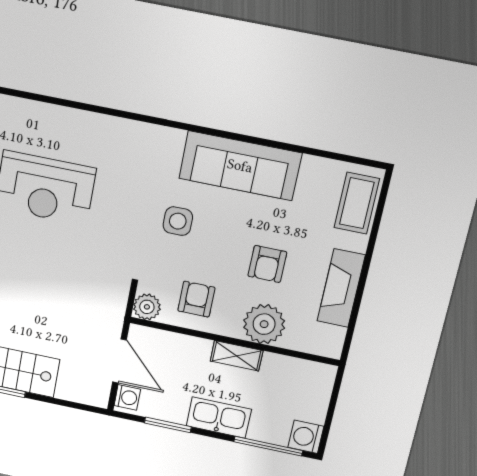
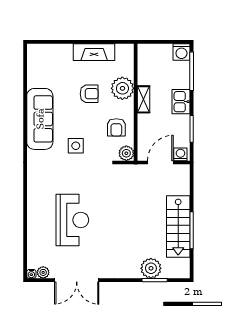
coffee table: (357, 203) -> (47, 54), removed
armchair: (196, 299) -> (116, 127), turned -90
kitchen sink: (219, 418) -> (181, 102), width x0.73

